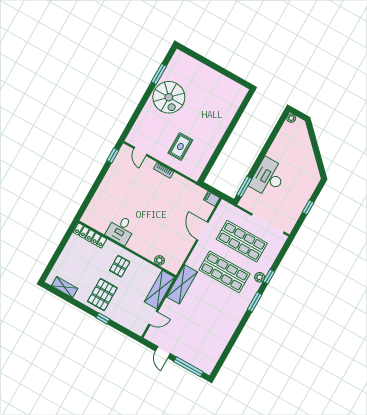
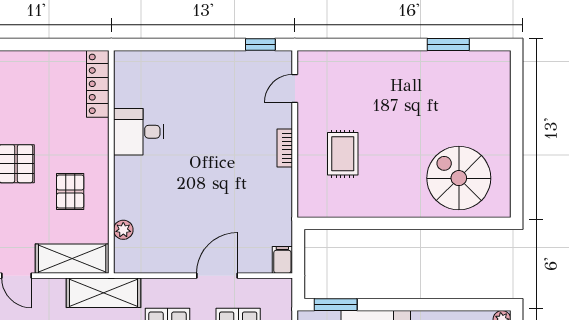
spiral stairs: (169, 97) -> (459, 178), moved, turned 90
rug: (180, 147) -> (343, 154), turned 90
pallet: (120, 266) -> (70, 192), moved, turned 90

